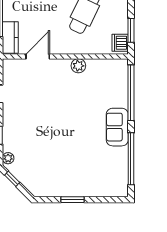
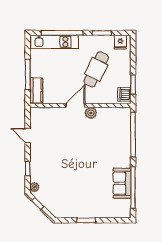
door: (38, 57) -> (75, 106), moved
sofa: (117, 127) -> (122, 183), moved

